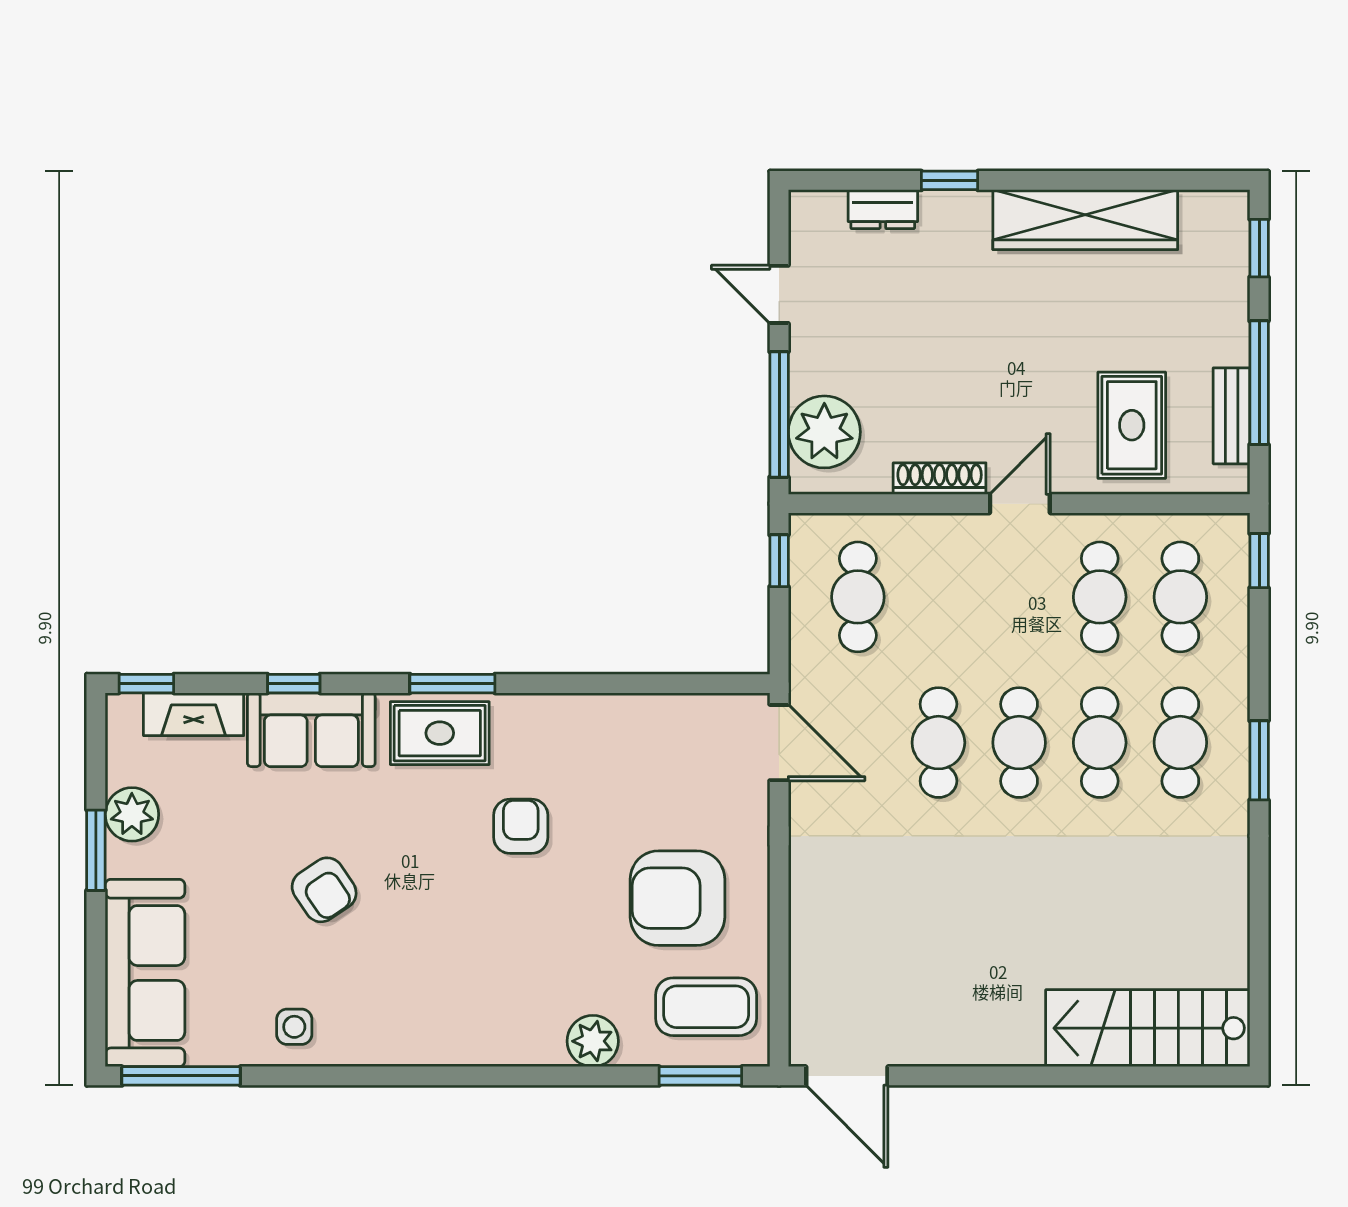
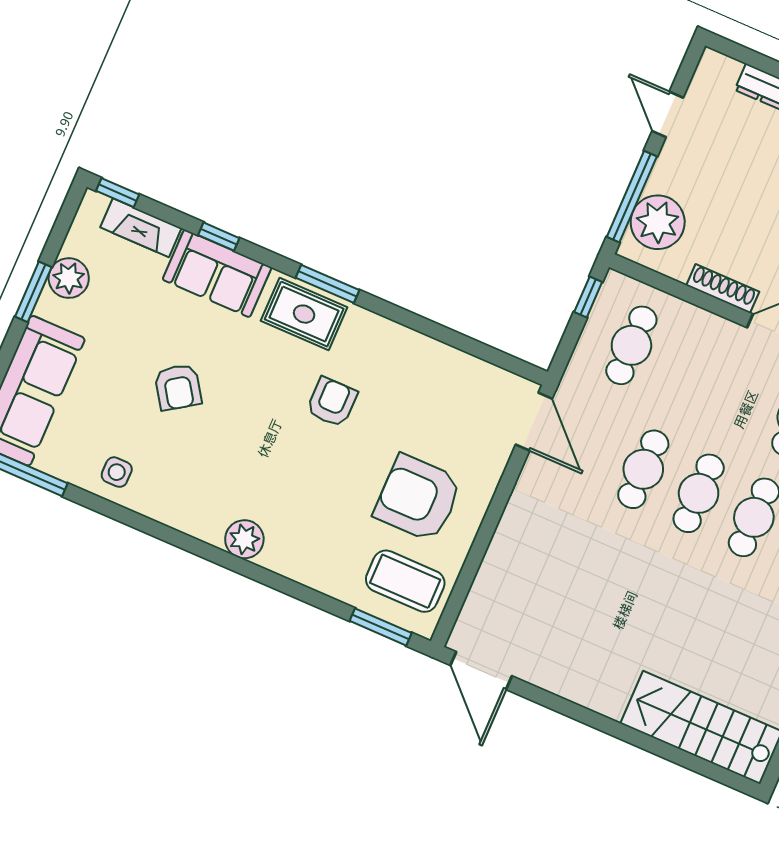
plant: (593, 1041) -> (244, 539), moved

